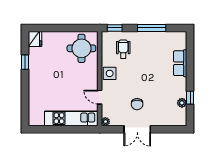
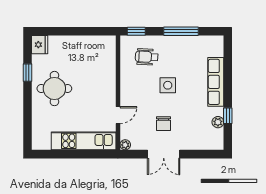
round table: (81, 48) -> (54, 89), moved
wheelchair: (123, 49) -> (147, 57), turned -87
row of seats: (180, 63) -> (216, 82), width x1.48
side table: (110, 73) -> (168, 85), moved
door: (100, 97) -> (118, 115), swing flipped

